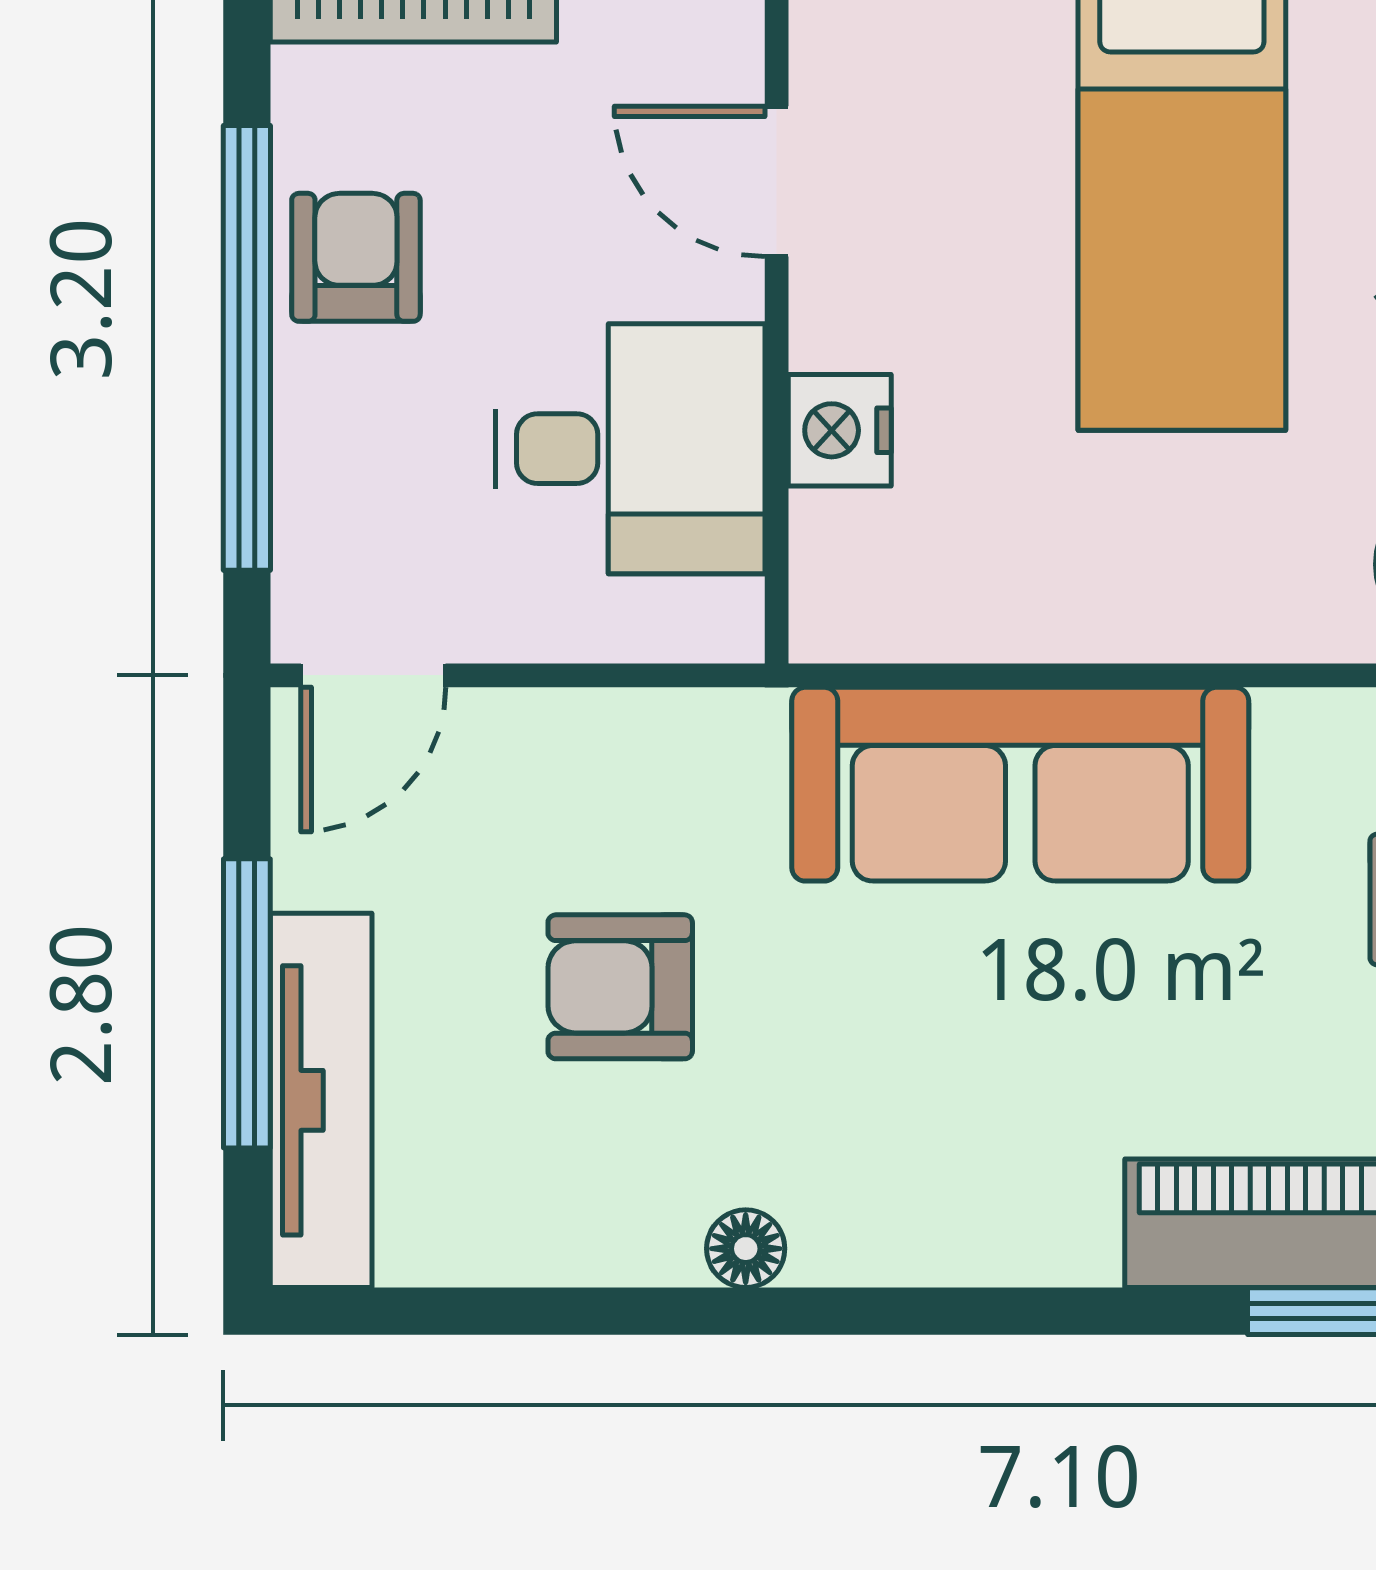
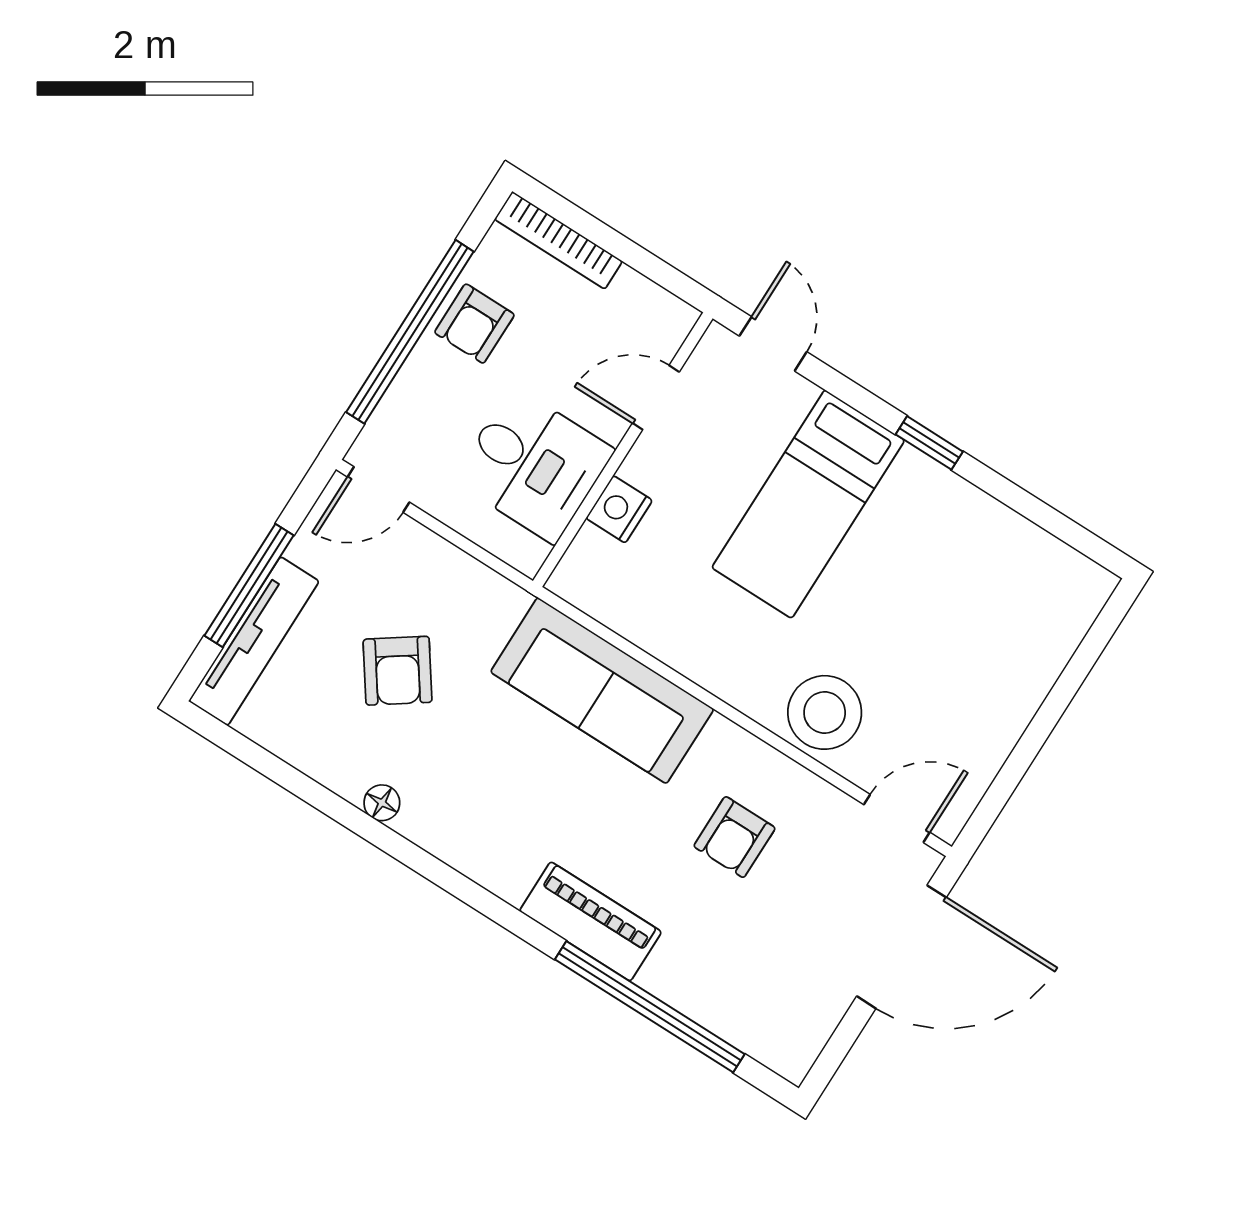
door: (777, 181) -> (656, 397), hinge flipped
armchair: (356, 257) -> (474, 324), turned 180
armchair: (620, 987) -> (398, 671), turned -125

